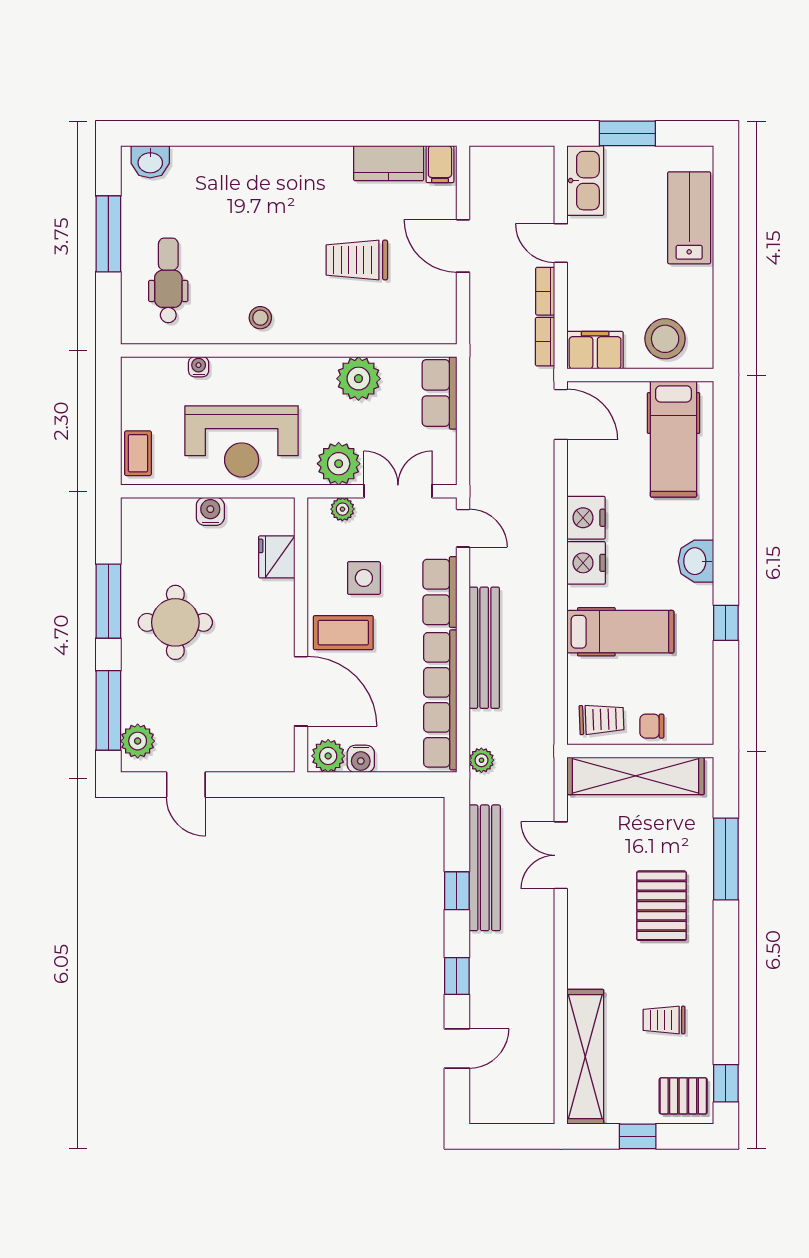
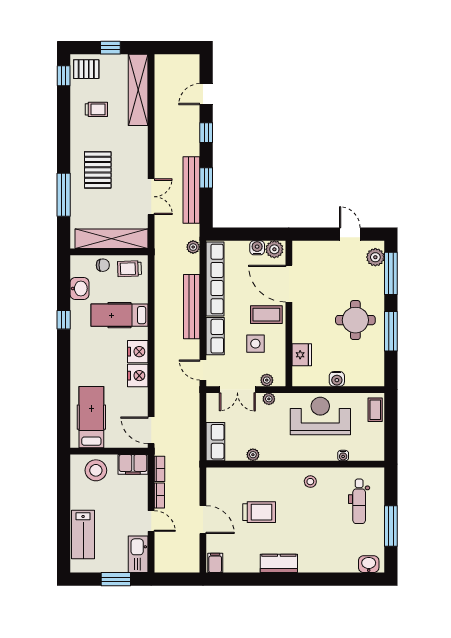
kitchen counter: (389, 163) -> (279, 563), moved
plant: (358, 379) -> (253, 455), width x0.53, depth x0.53
plant: (339, 464) -> (269, 399), width x0.53, depth x0.53
washbasin: (696, 561) -> (80, 288), moved

